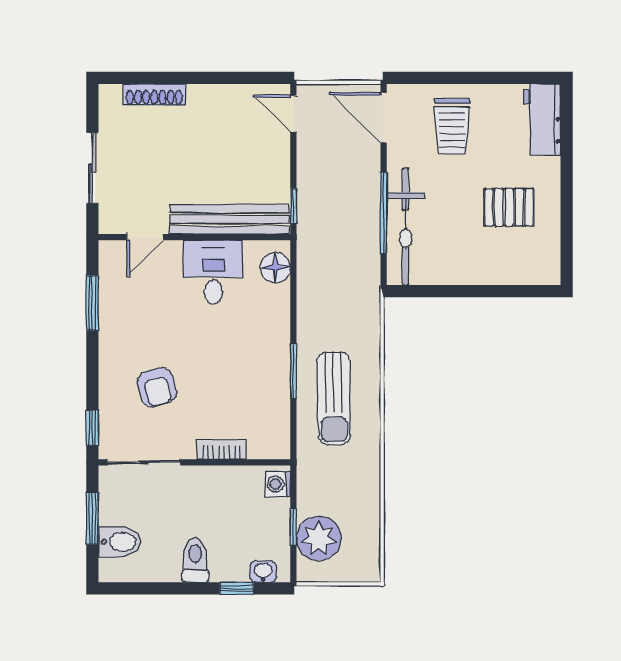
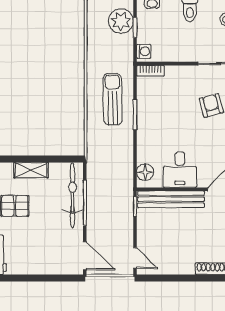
trolley: (452, 126) -> (47, 251), removed
shelving: (480, 271) -> (31, 170), added
bookcase: (222, 449) -> (150, 71), moved

